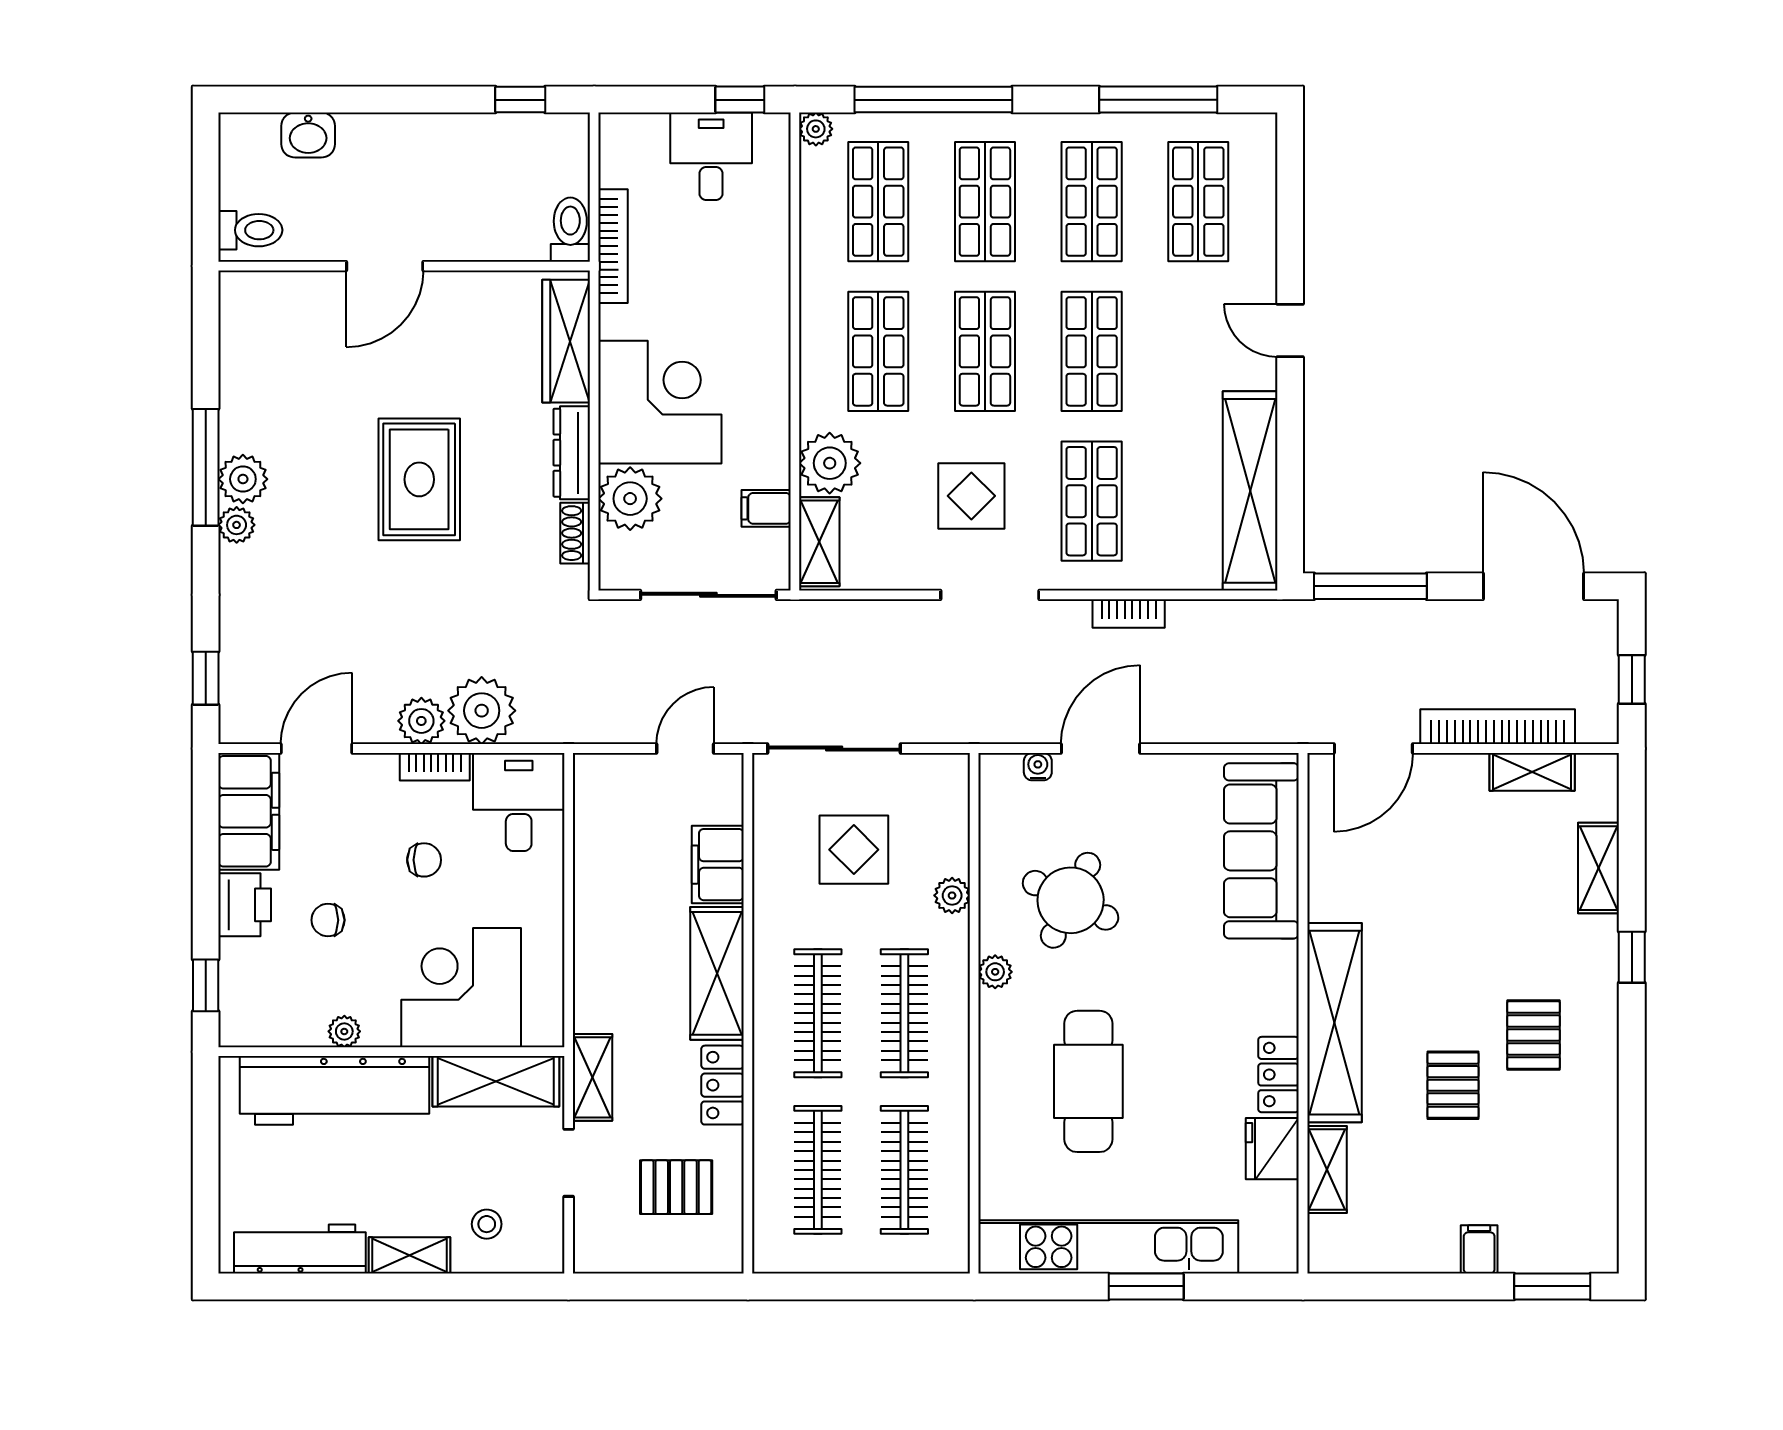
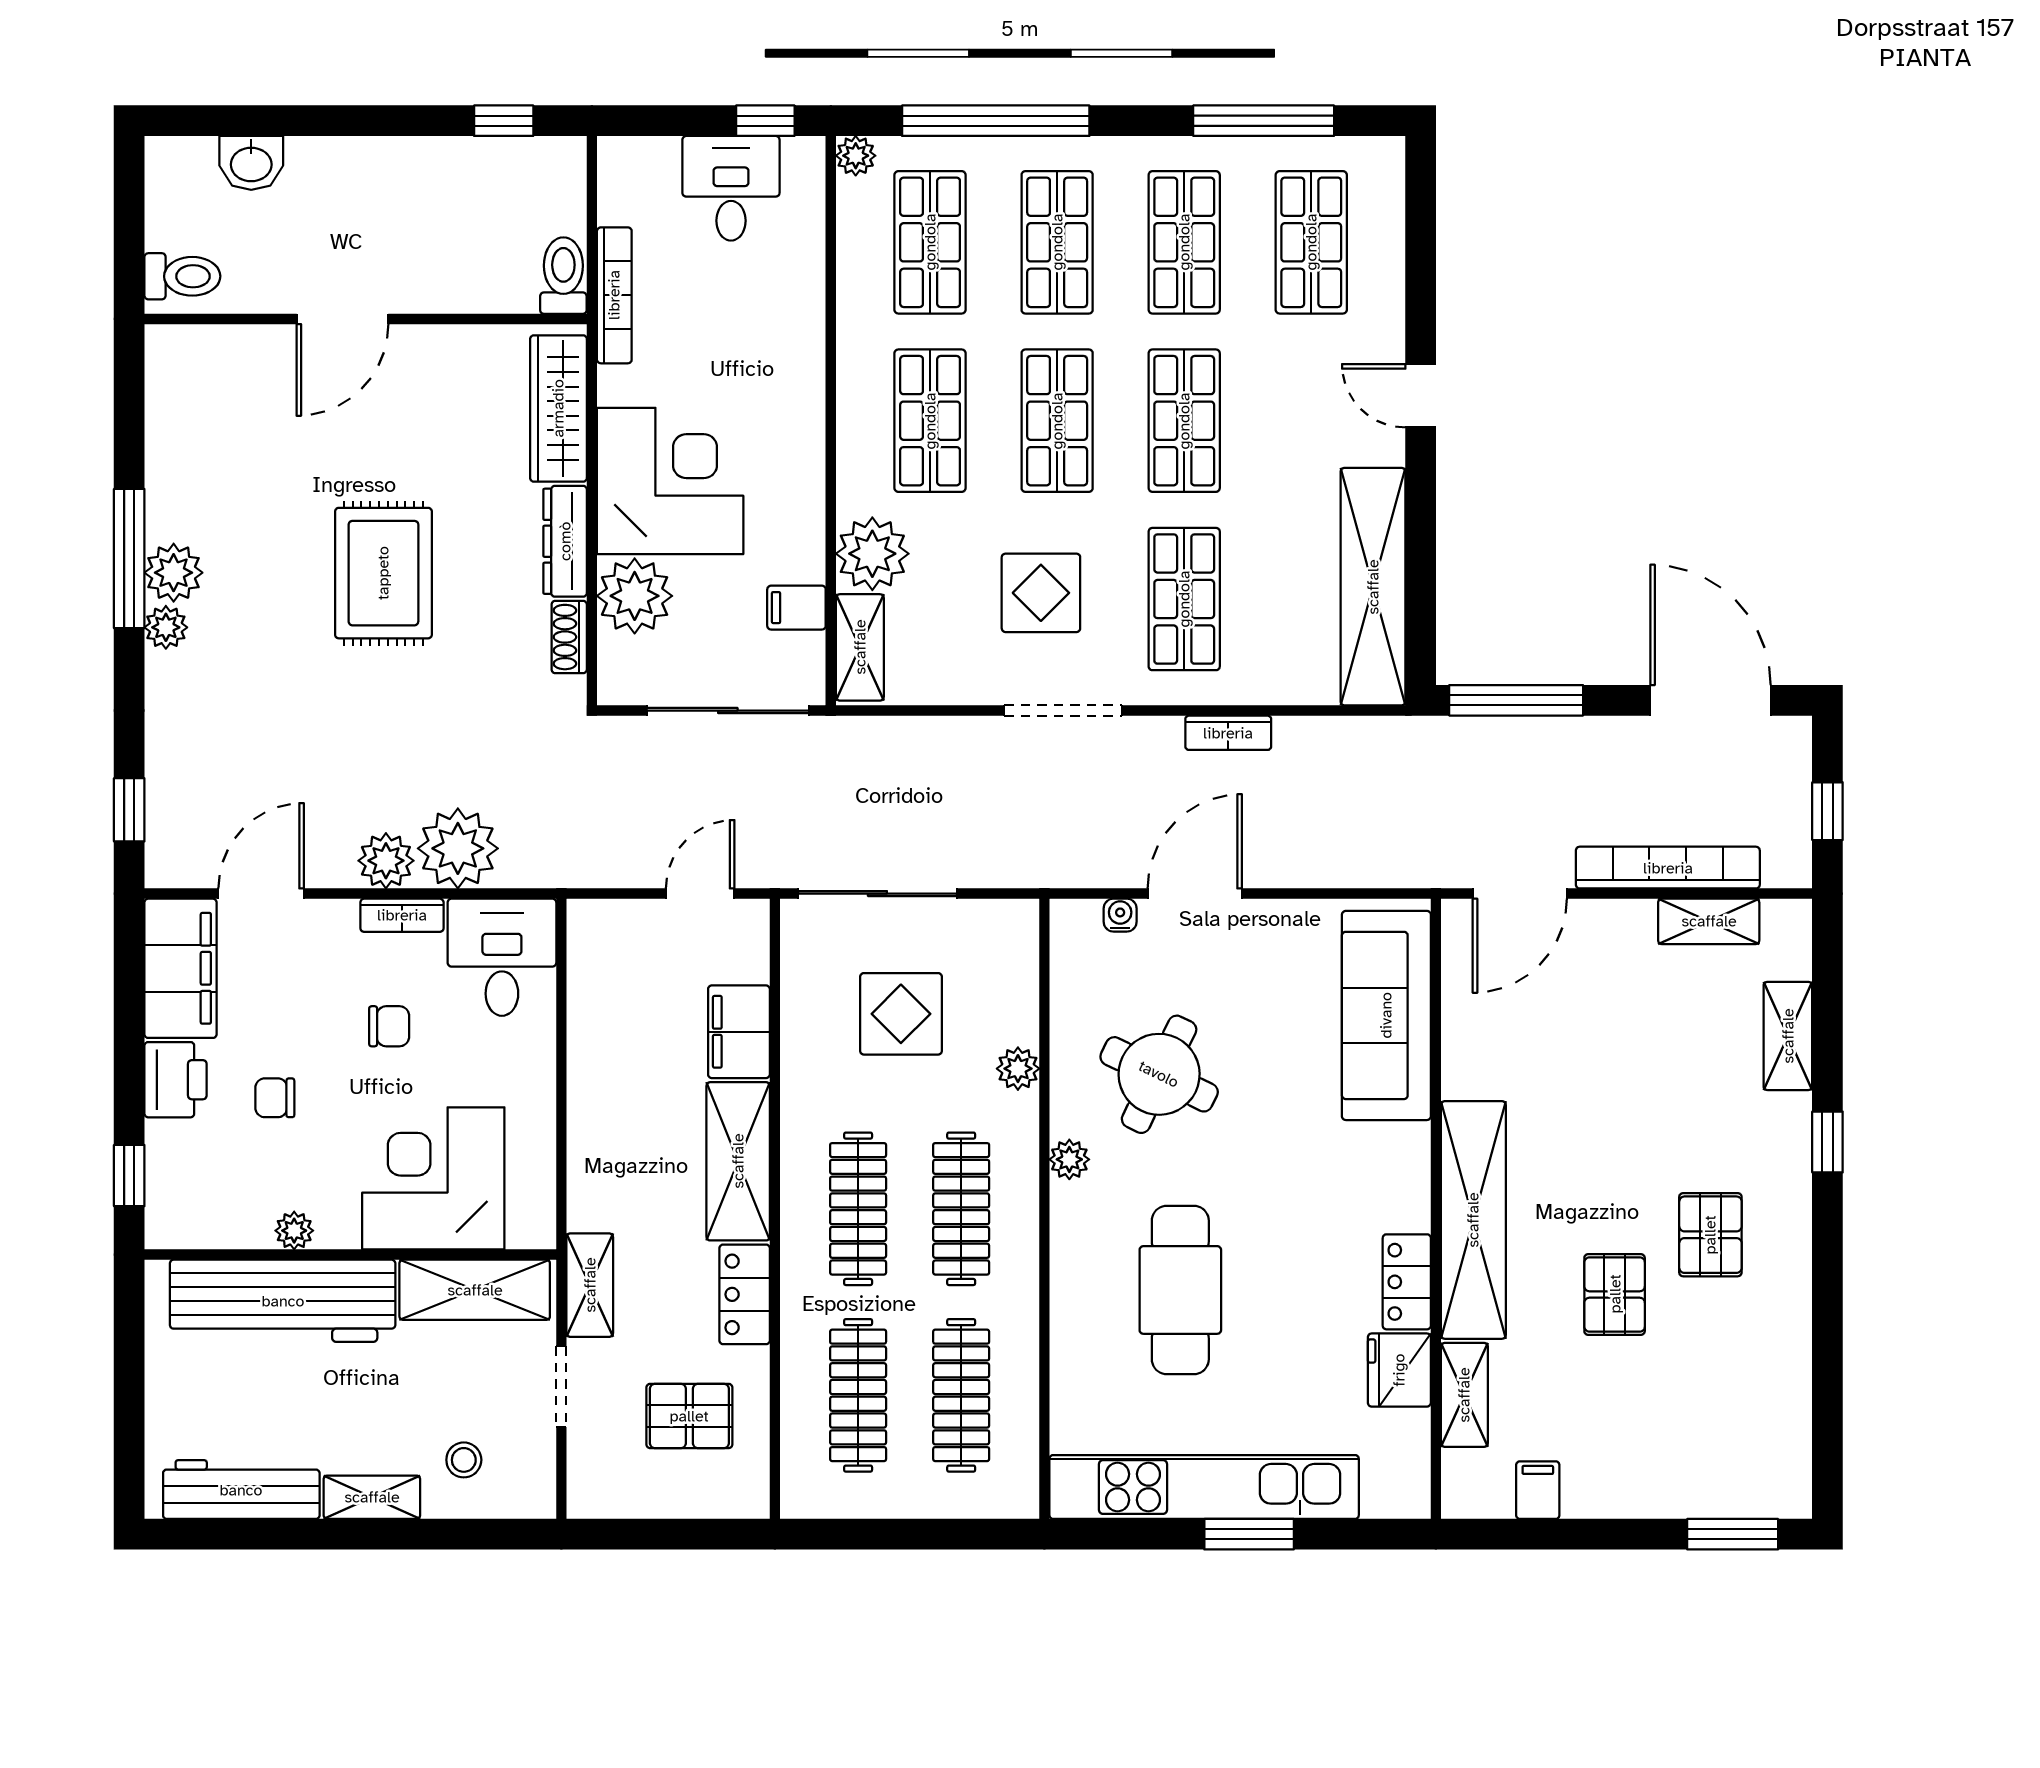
filing cabinet: (1479, 1249) -> (1538, 1490), moved

